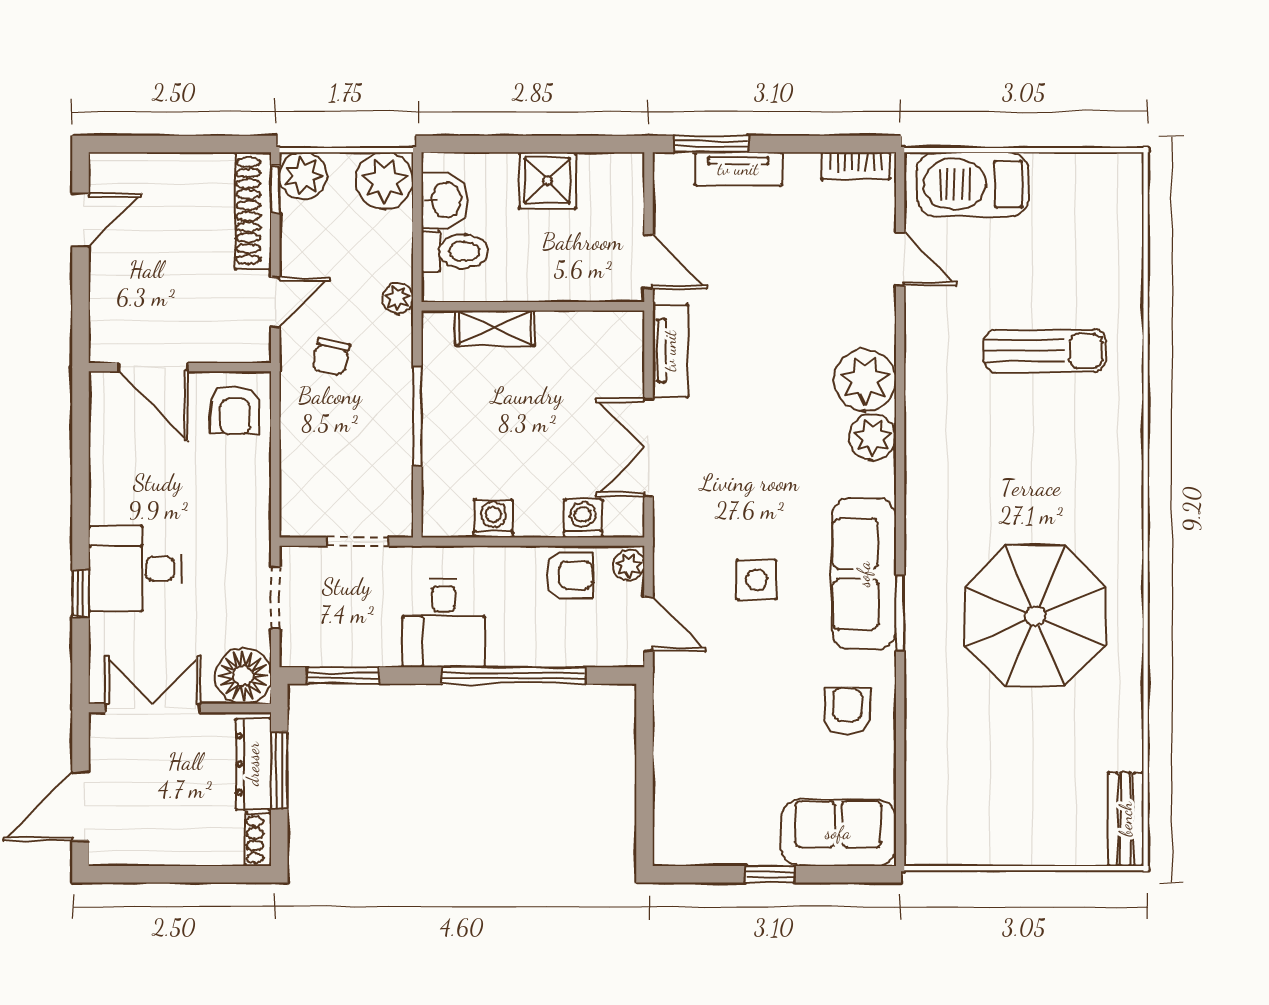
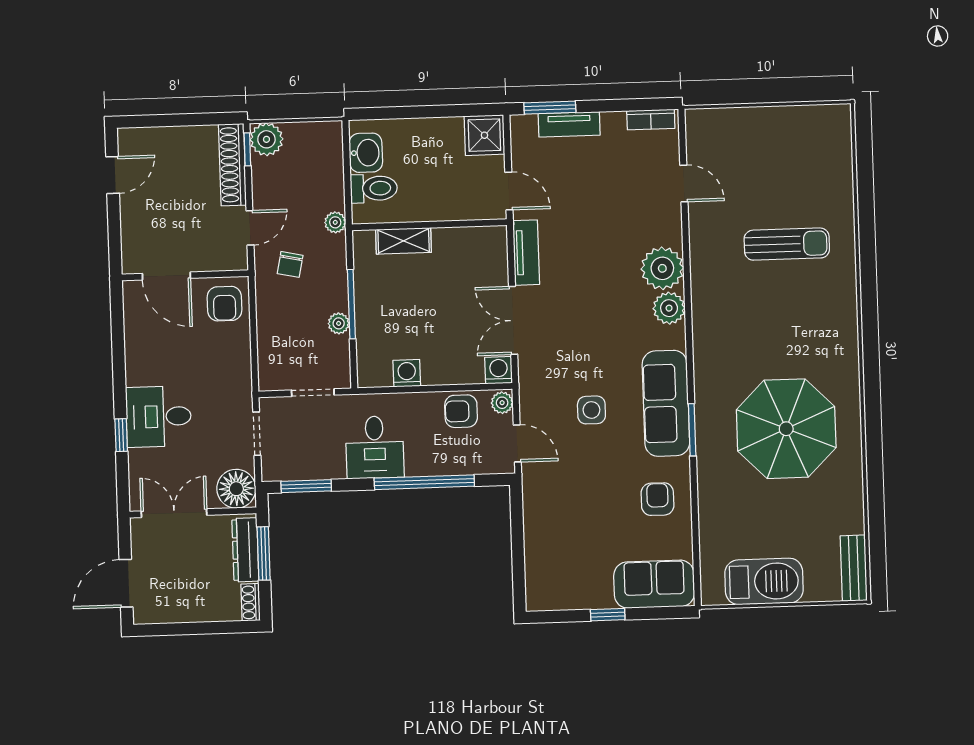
shower: (547, 180) -> (484, 135), moved
plant: (385, 181) -> (339, 323), moved, width x0.53, depth x0.53
barbecue: (973, 184) -> (764, 581), moved, turned 180
washing machine: (583, 518) -> (499, 370), moved
armchair: (569, 575) -> (461, 411), turned 180

